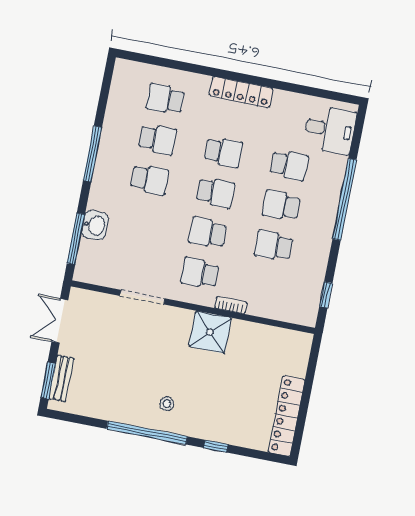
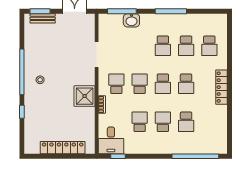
school desk: (165, 99) -> (209, 46), turned 180
desk: (330, 130) -> (111, 140), moved
window: (345, 199) -> (195, 156), moved
locker: (287, 416) -> (63, 148), moved

